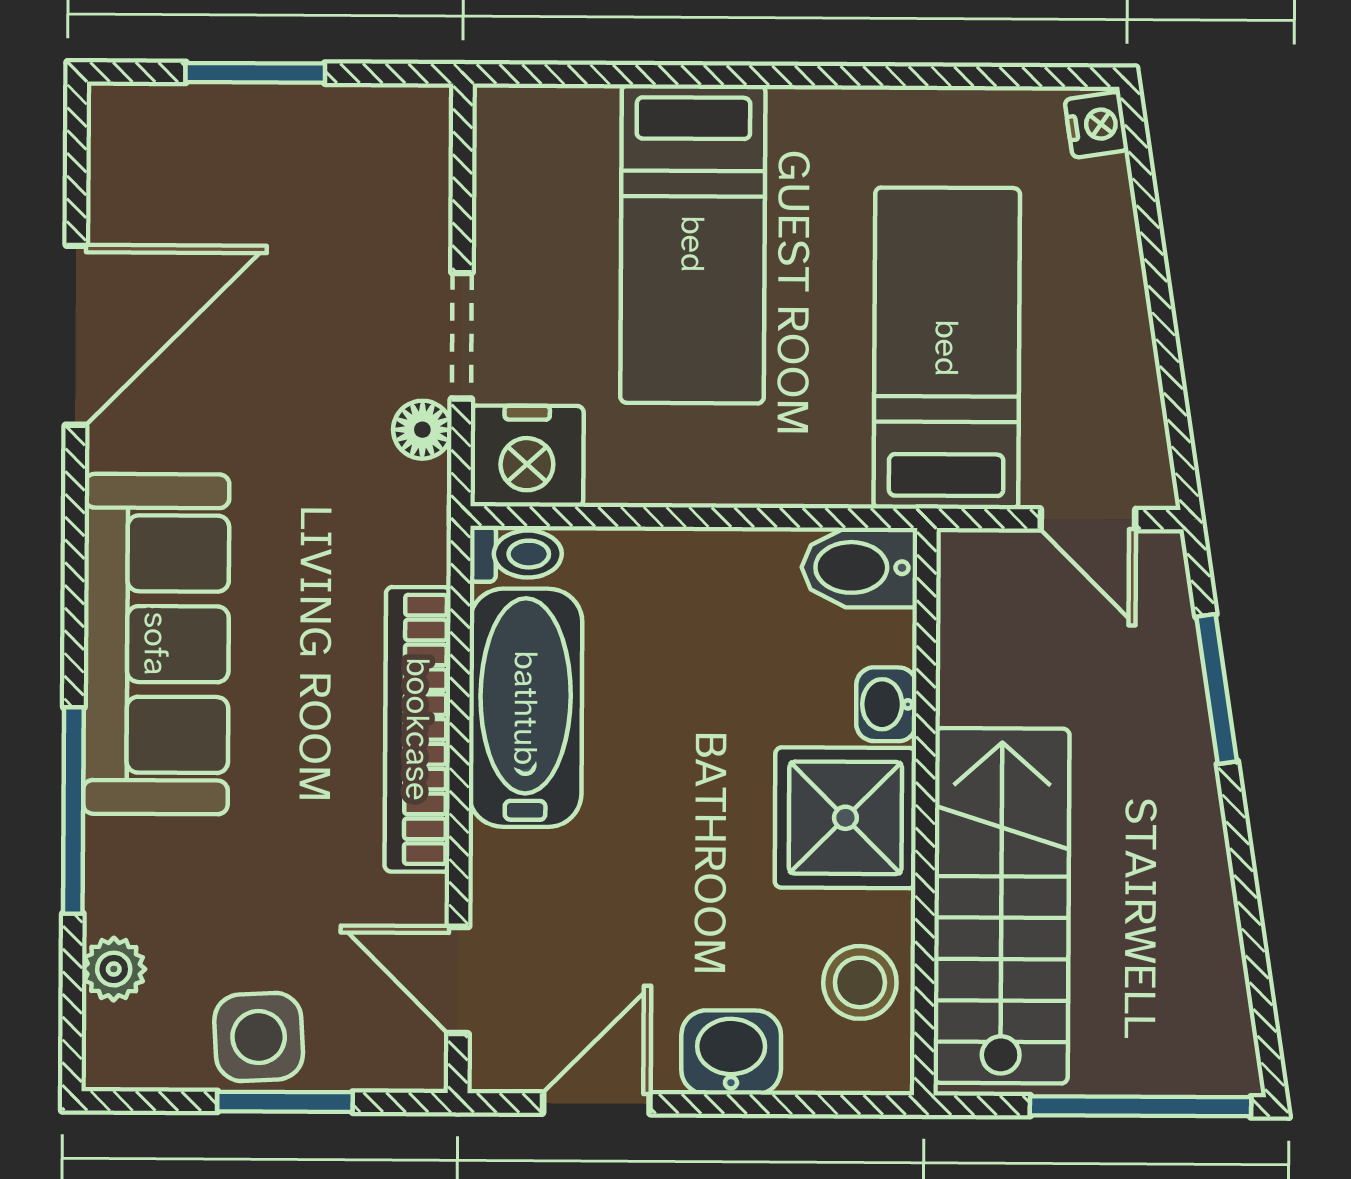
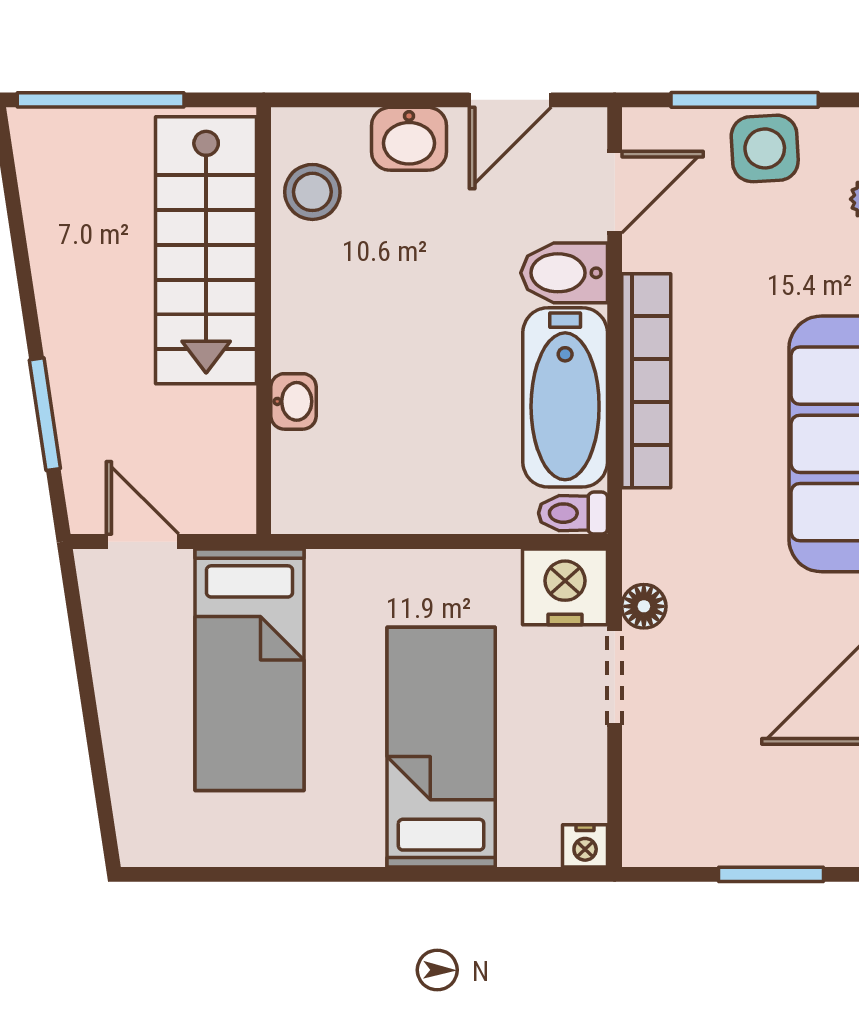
nightstand: (1096, 125) -> (585, 846), moved, turned -81
bidet: (859, 568) -> (564, 273), moved, turned 180
shower: (845, 818) -> (324, 316), removed
door: (458, 980) -> (615, 192), hinge flipped
window: (285, 1102) -> (745, 100), width x1.44

